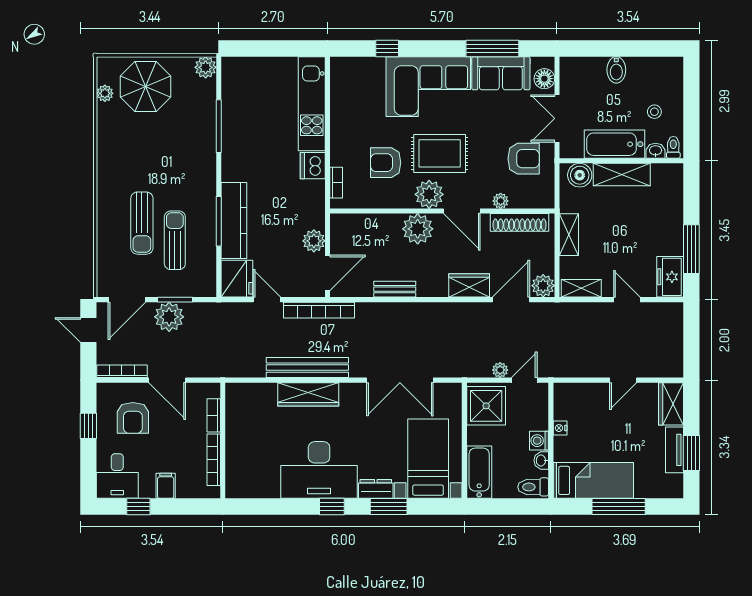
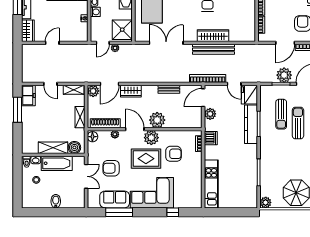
floor lamp: (544, 79) -> (92, 137), moved
armchair: (524, 159) -> (111, 168), moved
dishwasher: (313, 166) -> (211, 138), moved
door: (167, 380) -> (285, 43), swing flipped

